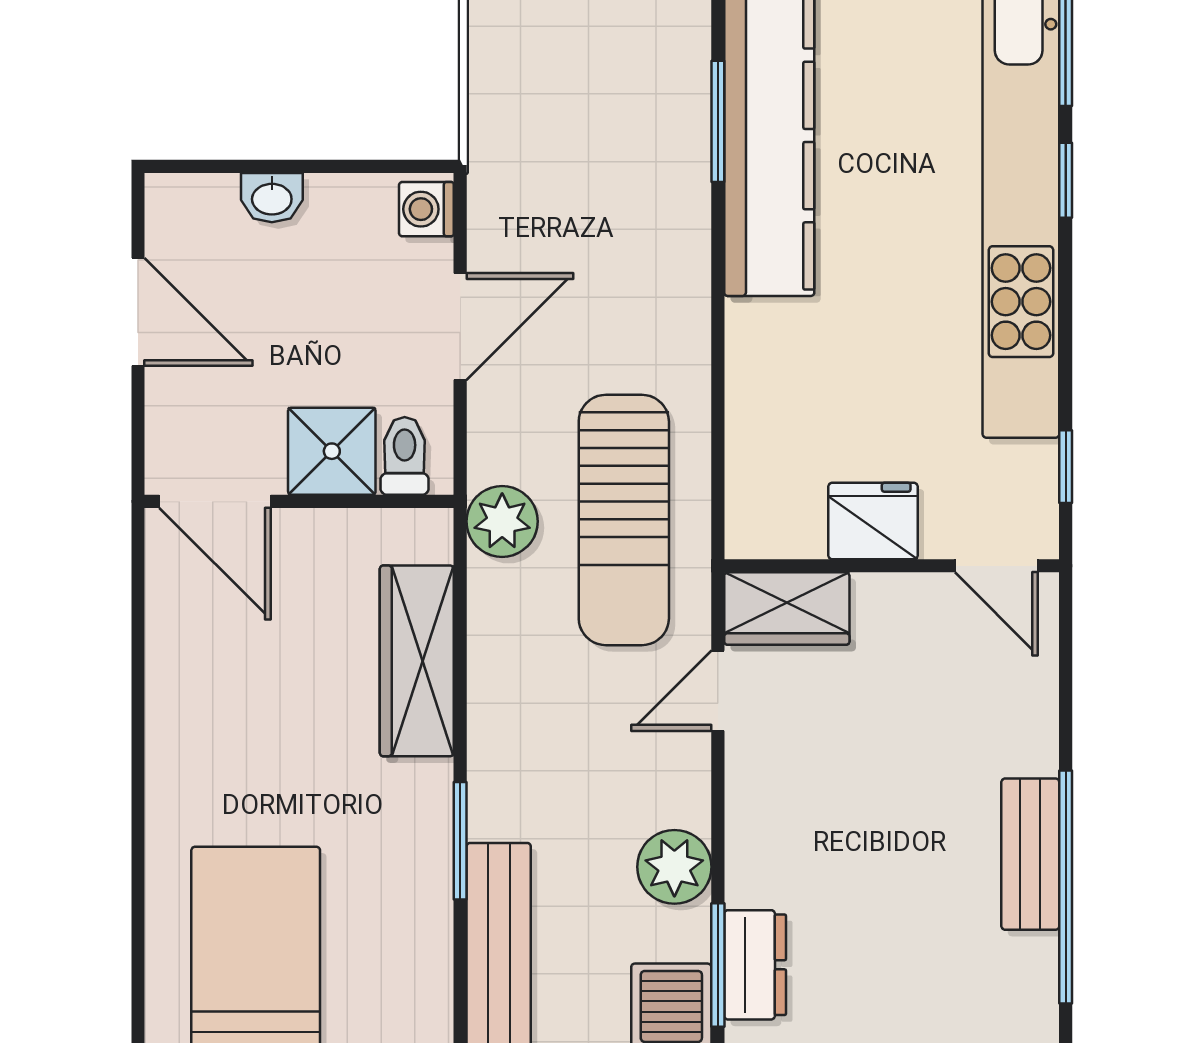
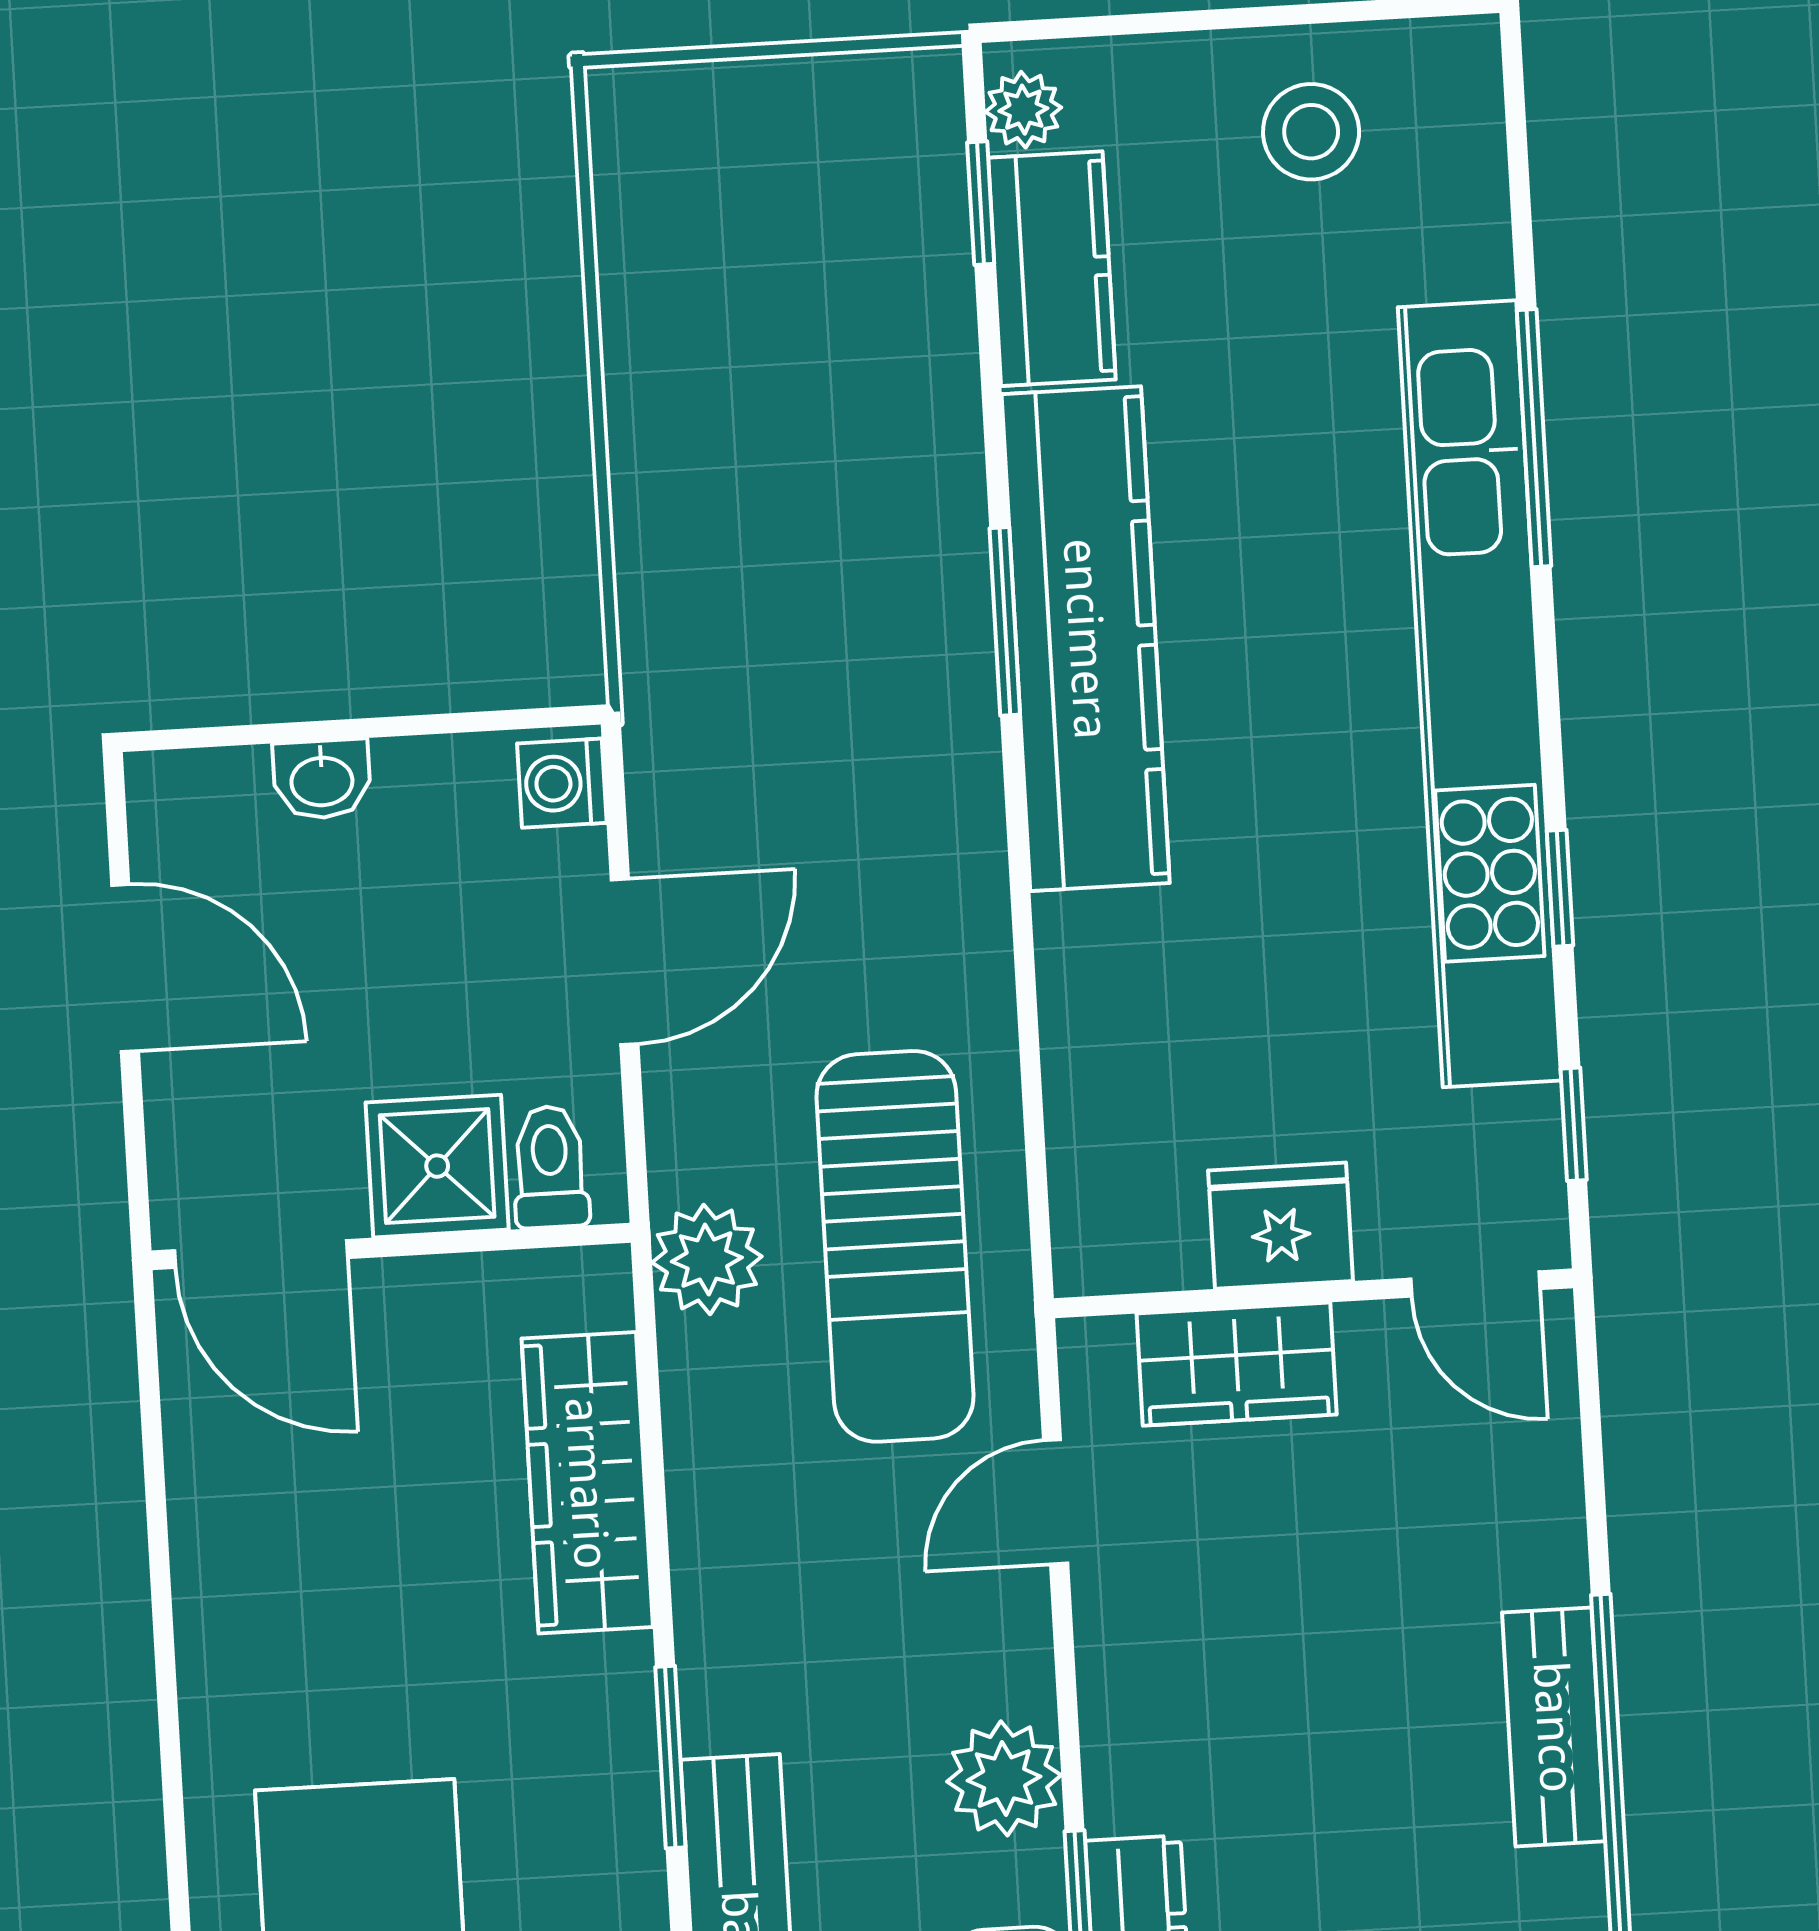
window: (1066, 180) -> (1560, 888), moved
wardrobe: (787, 609) -> (1237, 1364), moved

